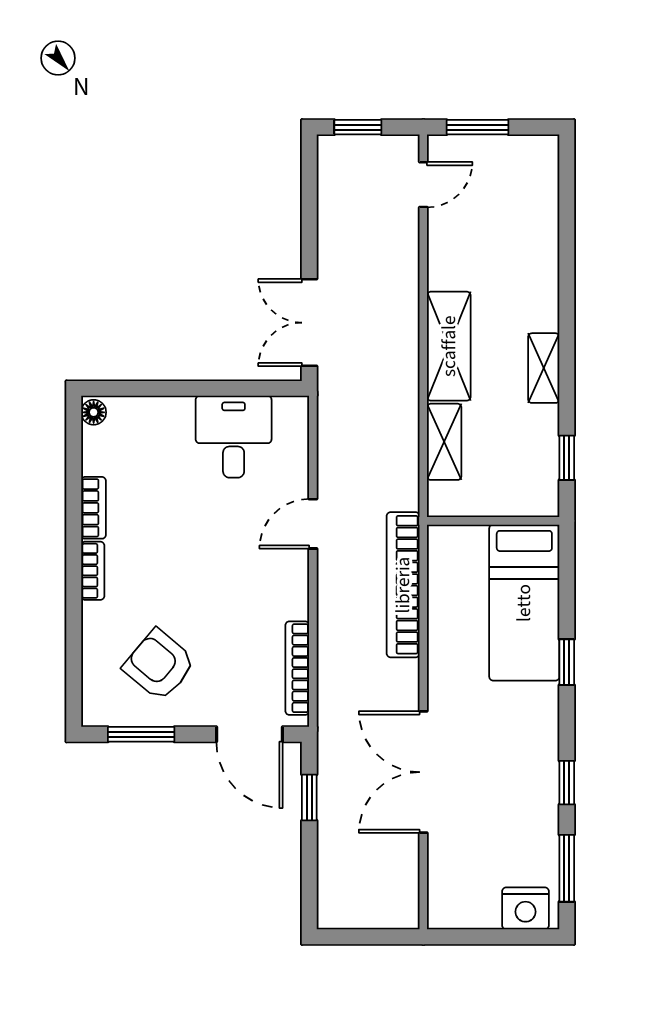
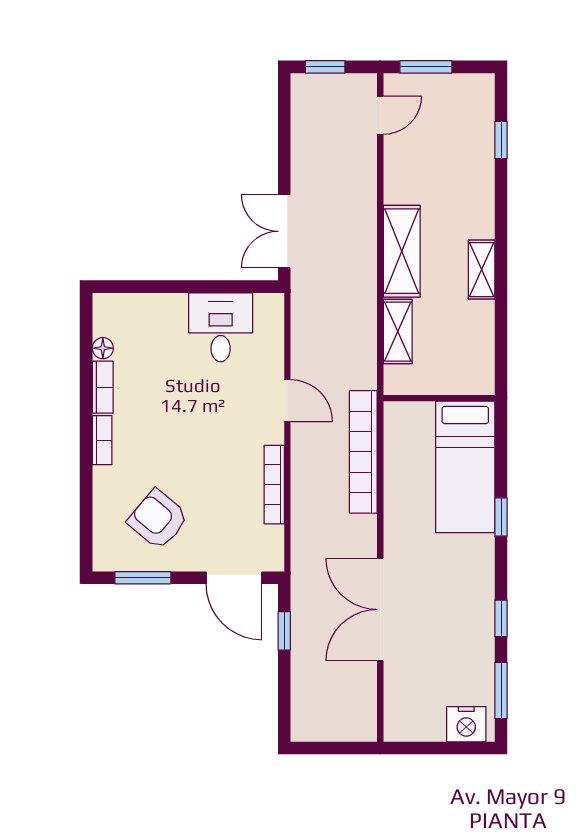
floor lamp: (94, 412) -> (103, 348), moved
window: (567, 458) -> (501, 140), moved
door: (313, 524) -> (287, 401), swing flipped
bookcase: (297, 668) -> (274, 485), moved

